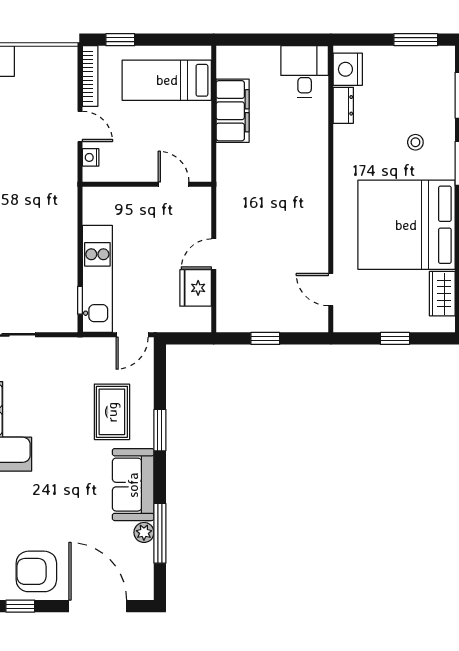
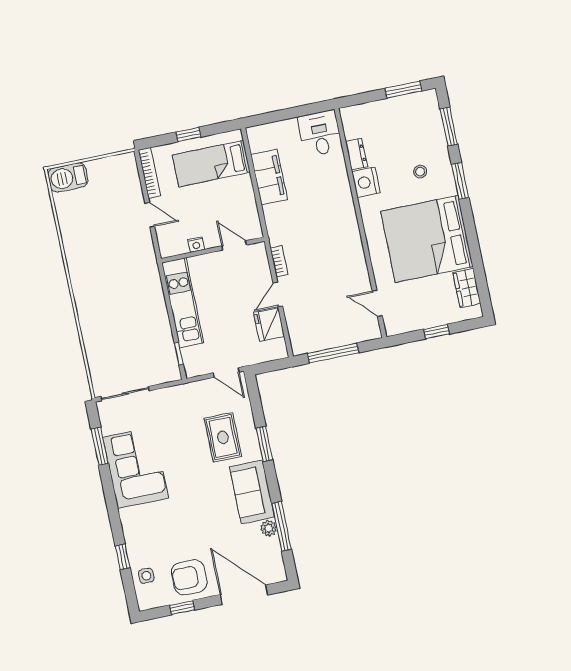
window: (120, 40) -> (188, 135), moved
nightstand: (348, 69) -> (366, 182), moved
nightstand: (91, 157) -> (196, 244), moved, turned -90
bookcase: (223, 214) -> (279, 261), added
kitchen unit: (97, 279) -> (183, 303), moved
door: (132, 335) -> (226, 372), hinge flipped
window: (265, 338) -> (333, 353), width x2.17

